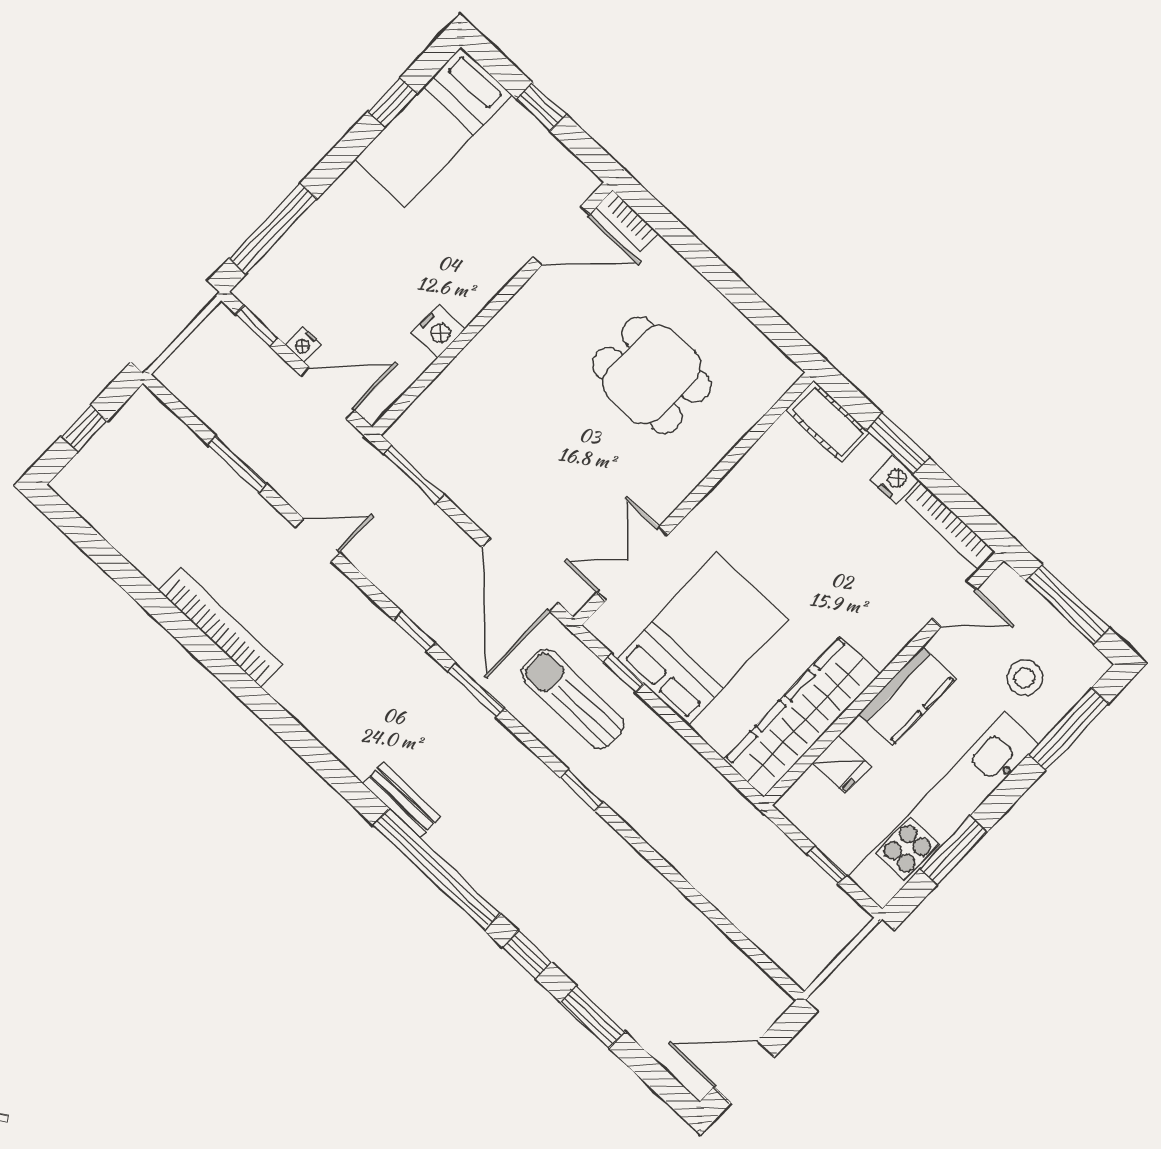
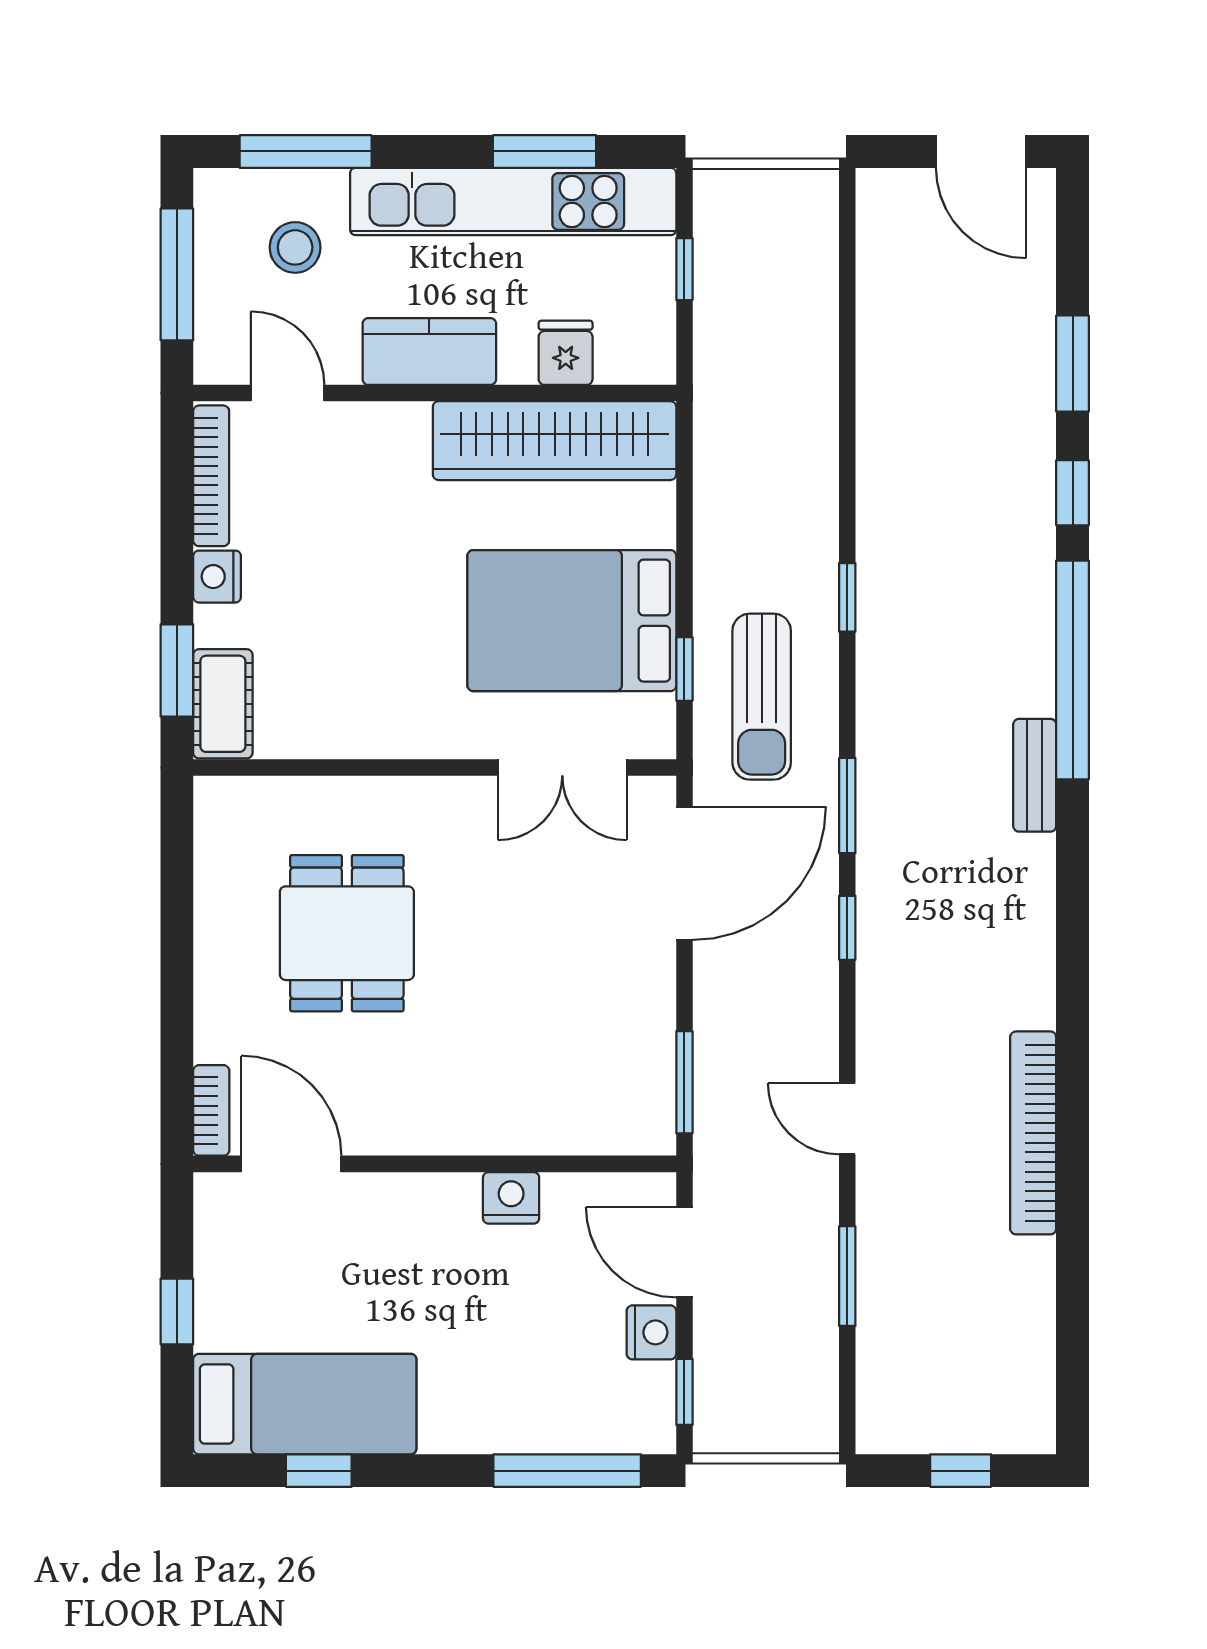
nightstand: (304, 345) -> (651, 1332), width x1.39, depth x1.35
window: (898, 444) -> (177, 670), moved

